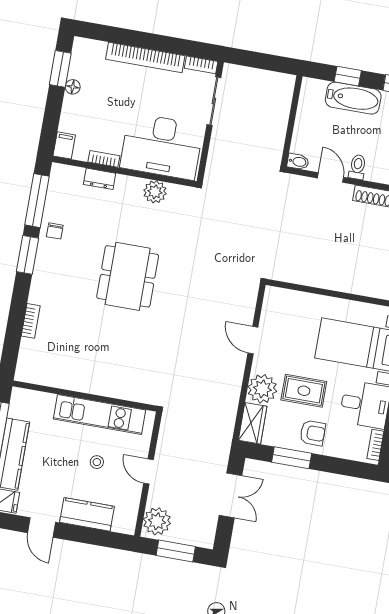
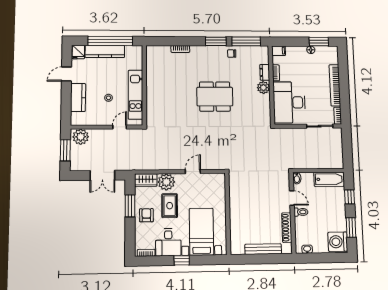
bathtub: (353, 98) -> (329, 179), moved, turned -90
door: (330, 178) -> (292, 198), hinge flipped
plant: (155, 192) -> (263, 88), moved
armchair: (313, 433) -> (146, 215), turned 180
door: (149, 472) -> (120, 127), moved

